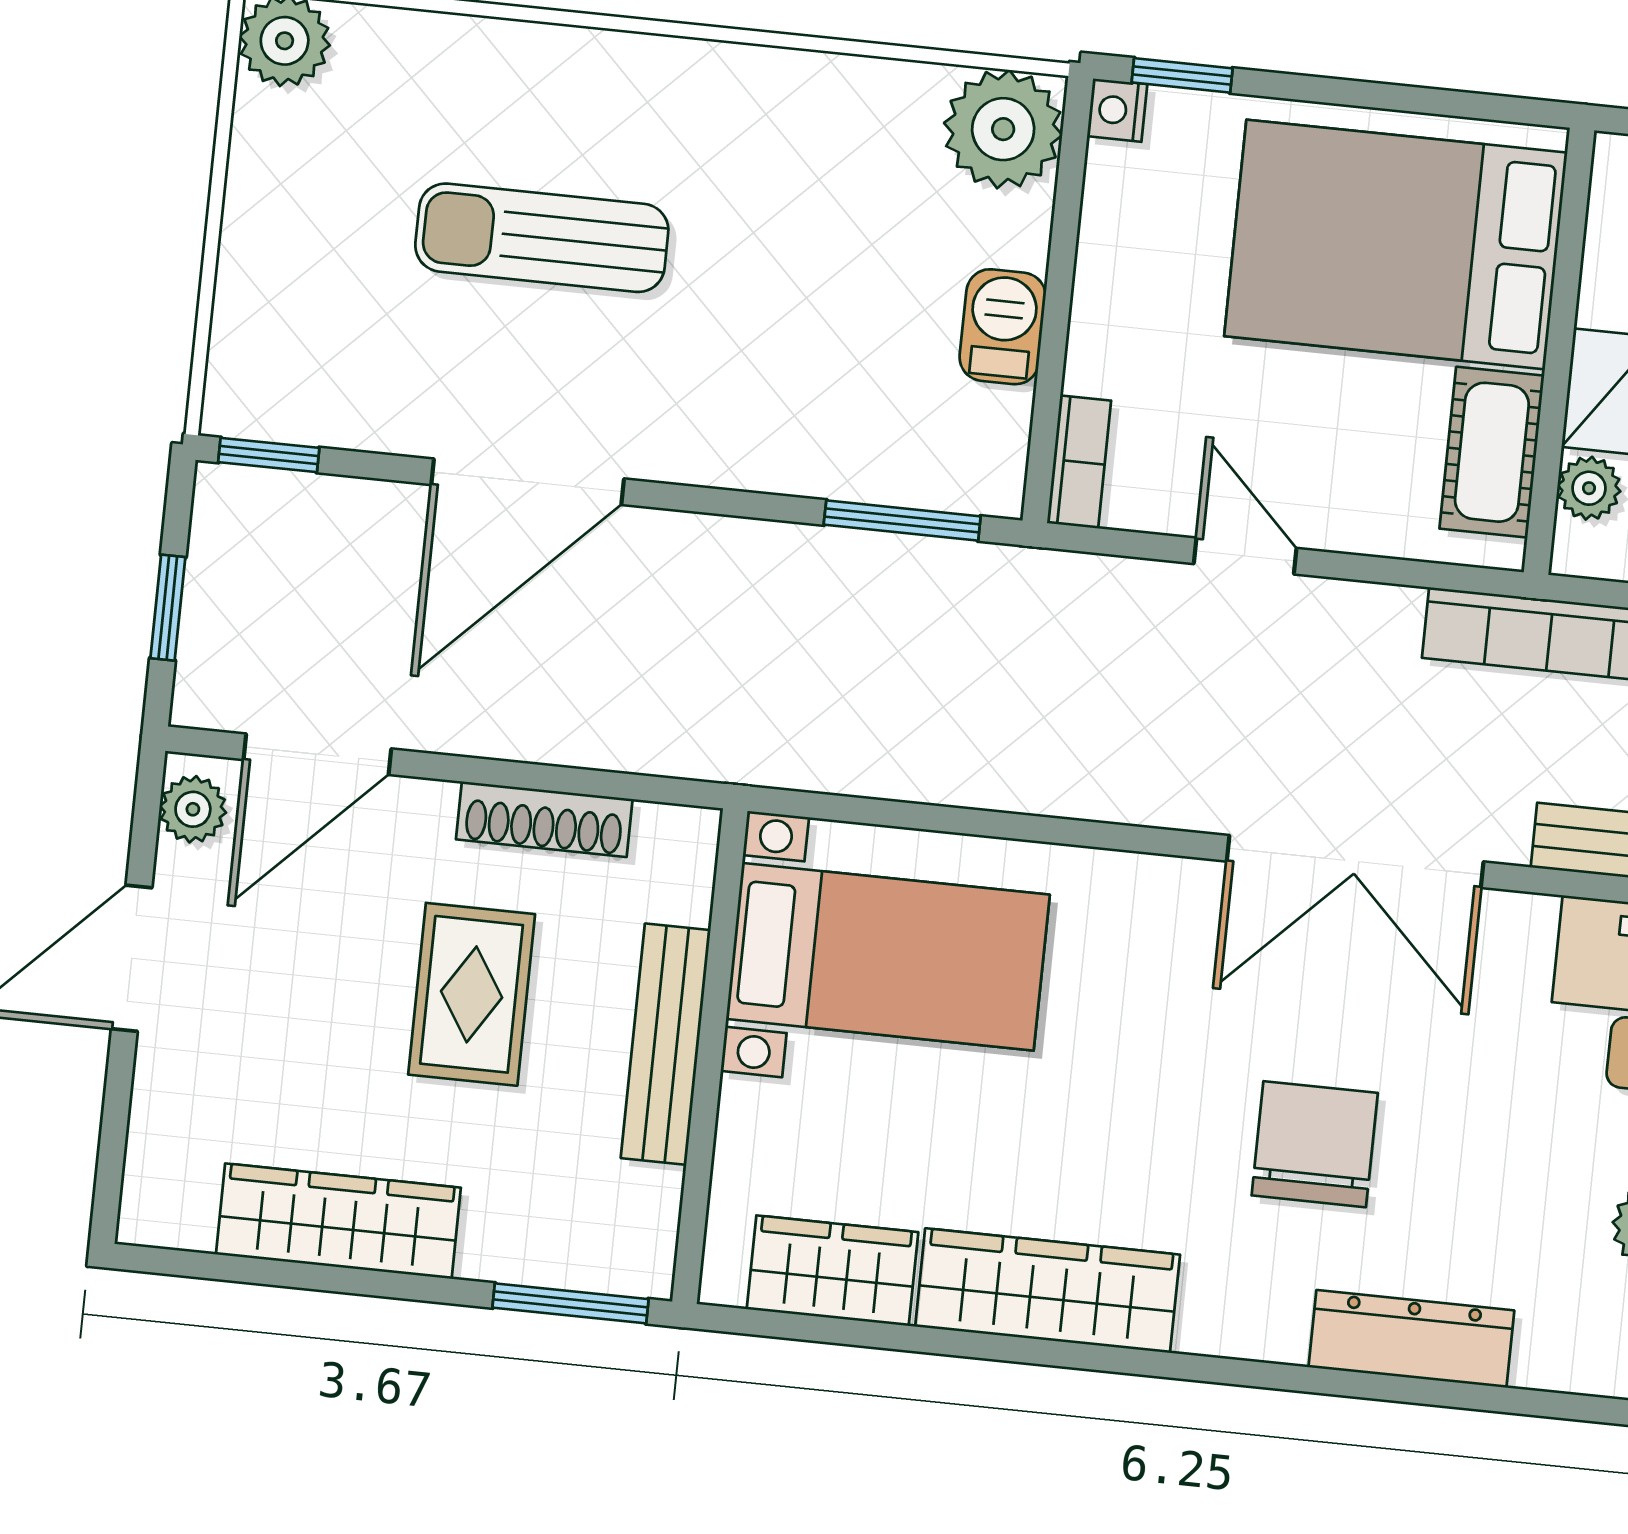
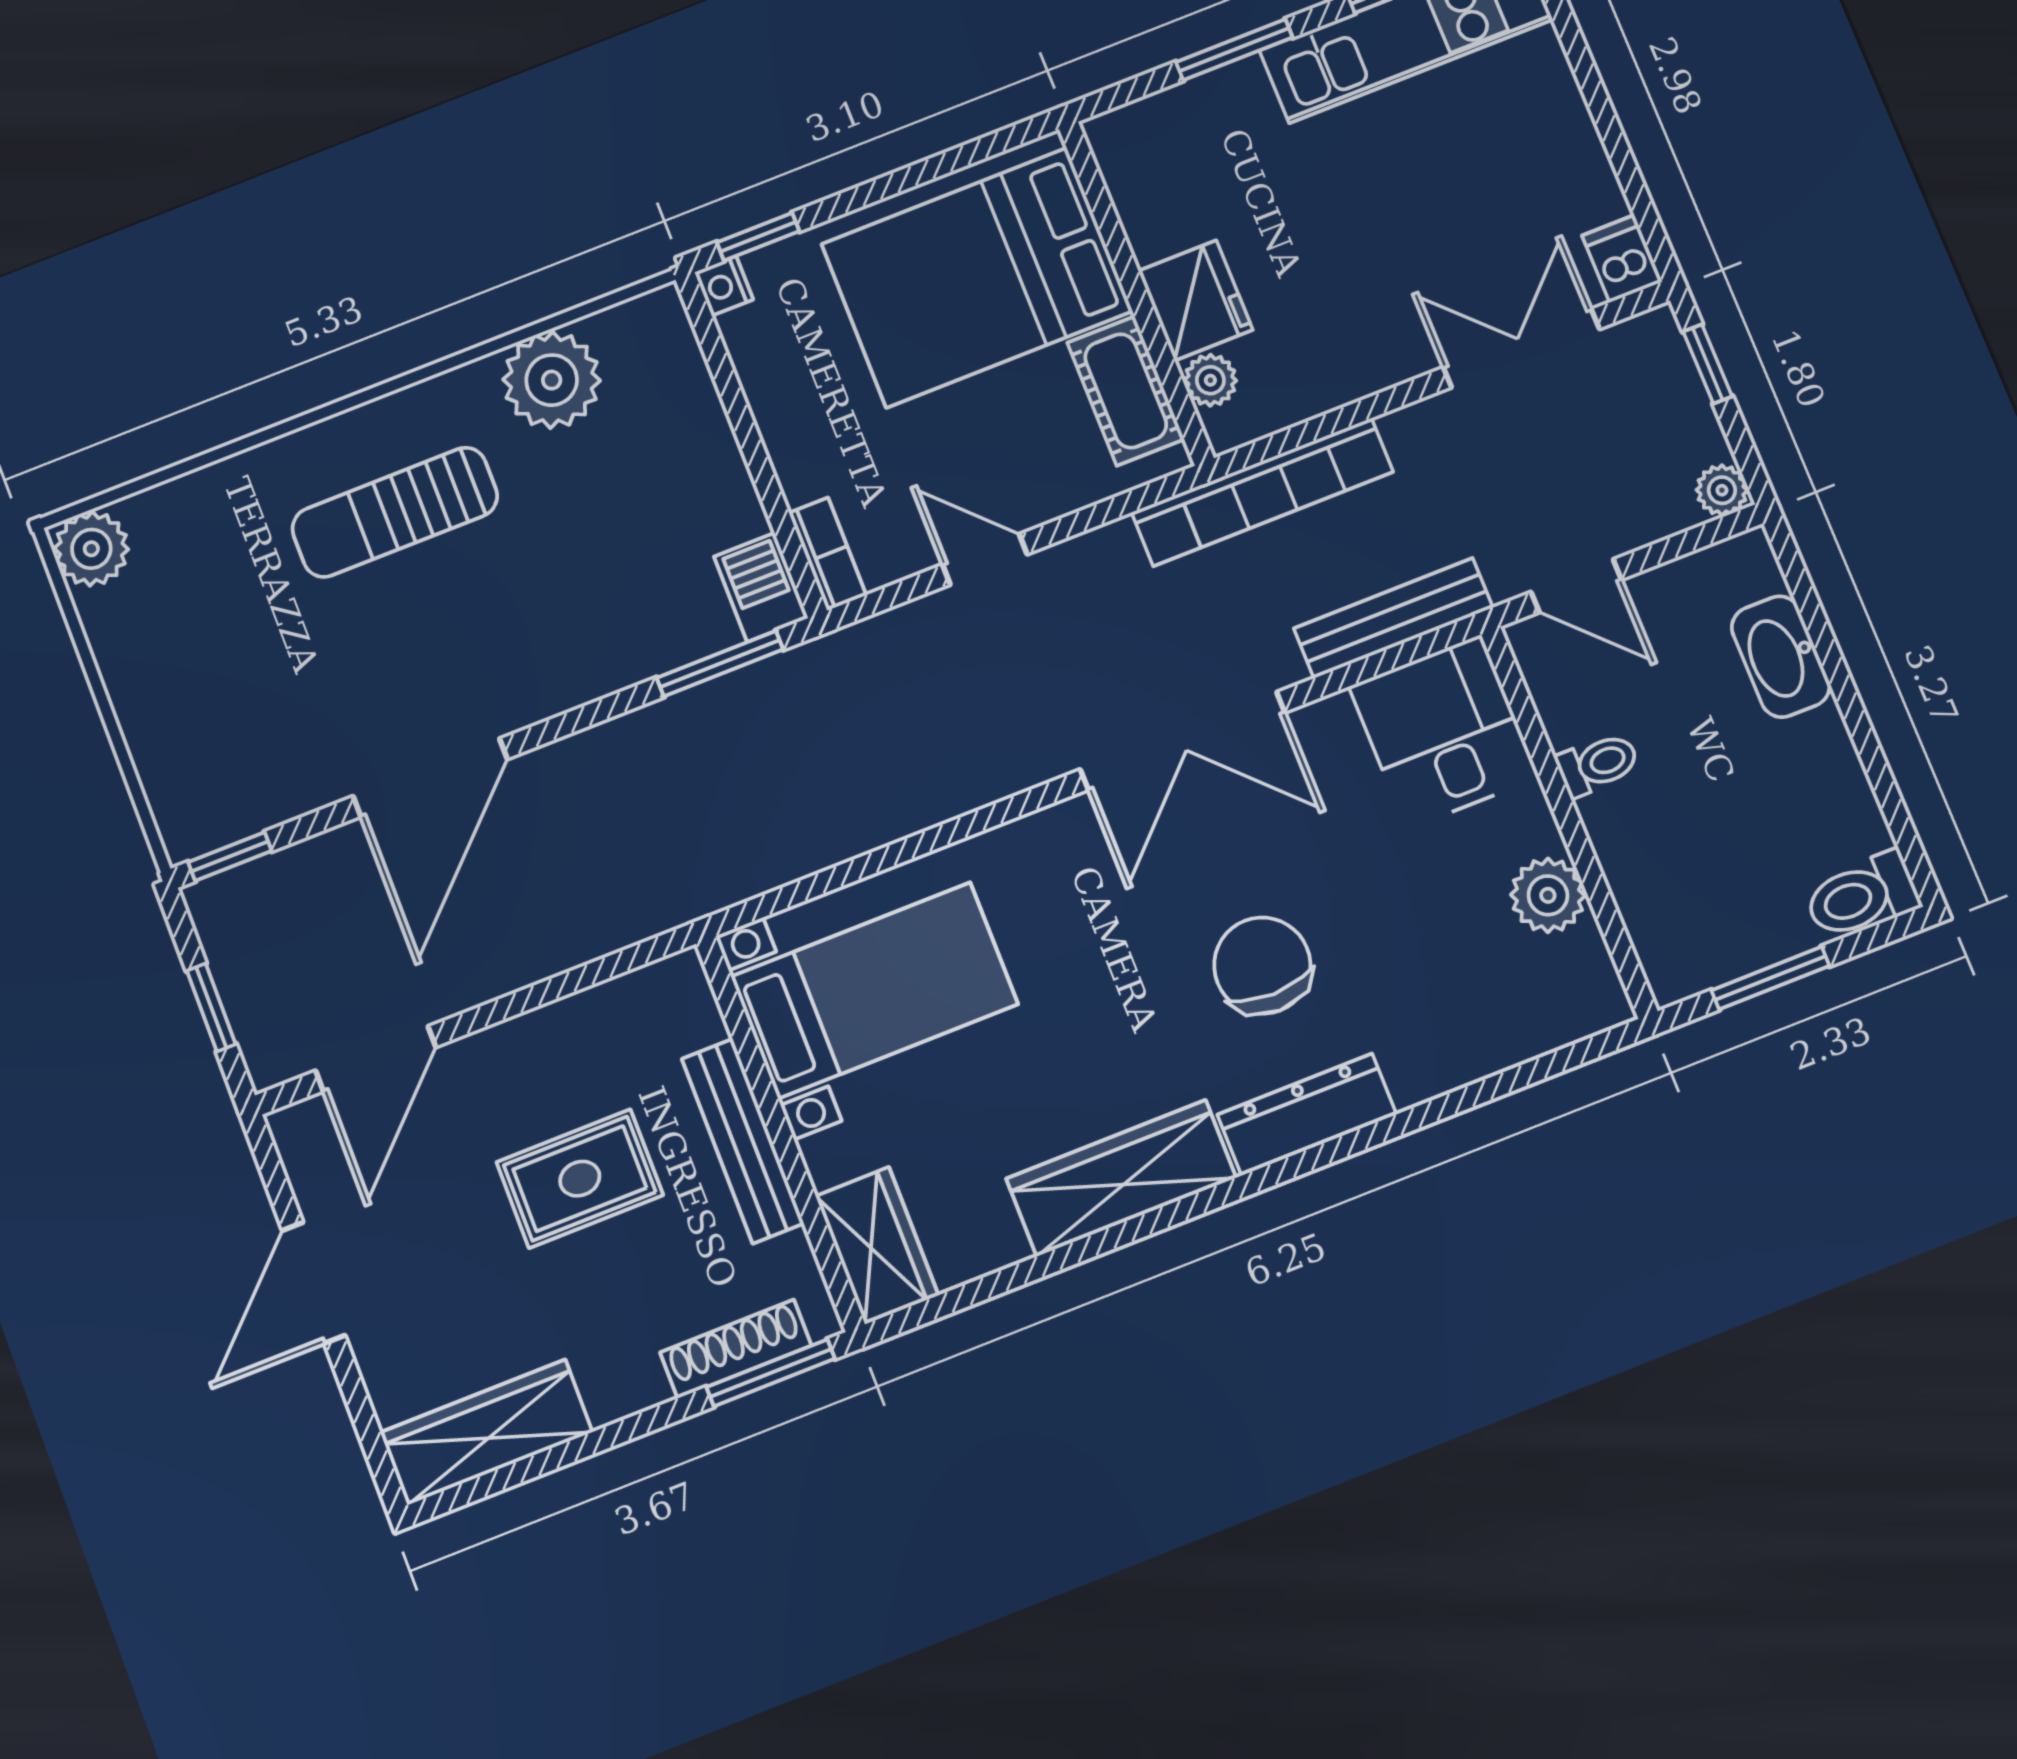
plant: (1003, 129) -> (552, 380), moved
sun lounger: (542, 238) -> (395, 512), moved
barbecue: (1003, 327) -> (761, 587), moved
plant: (193, 809) -> (304, 1148), removed
shoe rack: (544, 819) -> (736, 1349), moved, turned 180
rug: (472, 994) -> (580, 1179), turned 90
wardrobe: (338, 1221) -> (486, 1432), moved
wardrobe: (832, 1271) -> (877, 1246), moved, turned 90
dresser: (1411, 1339) -> (1307, 1115), moved

